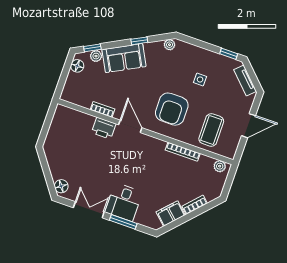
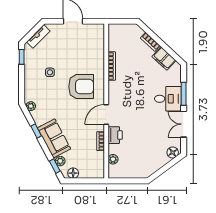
coffee table: (211, 130) -> (87, 49), removed
plant: (220, 166) -> (113, 159), moved

